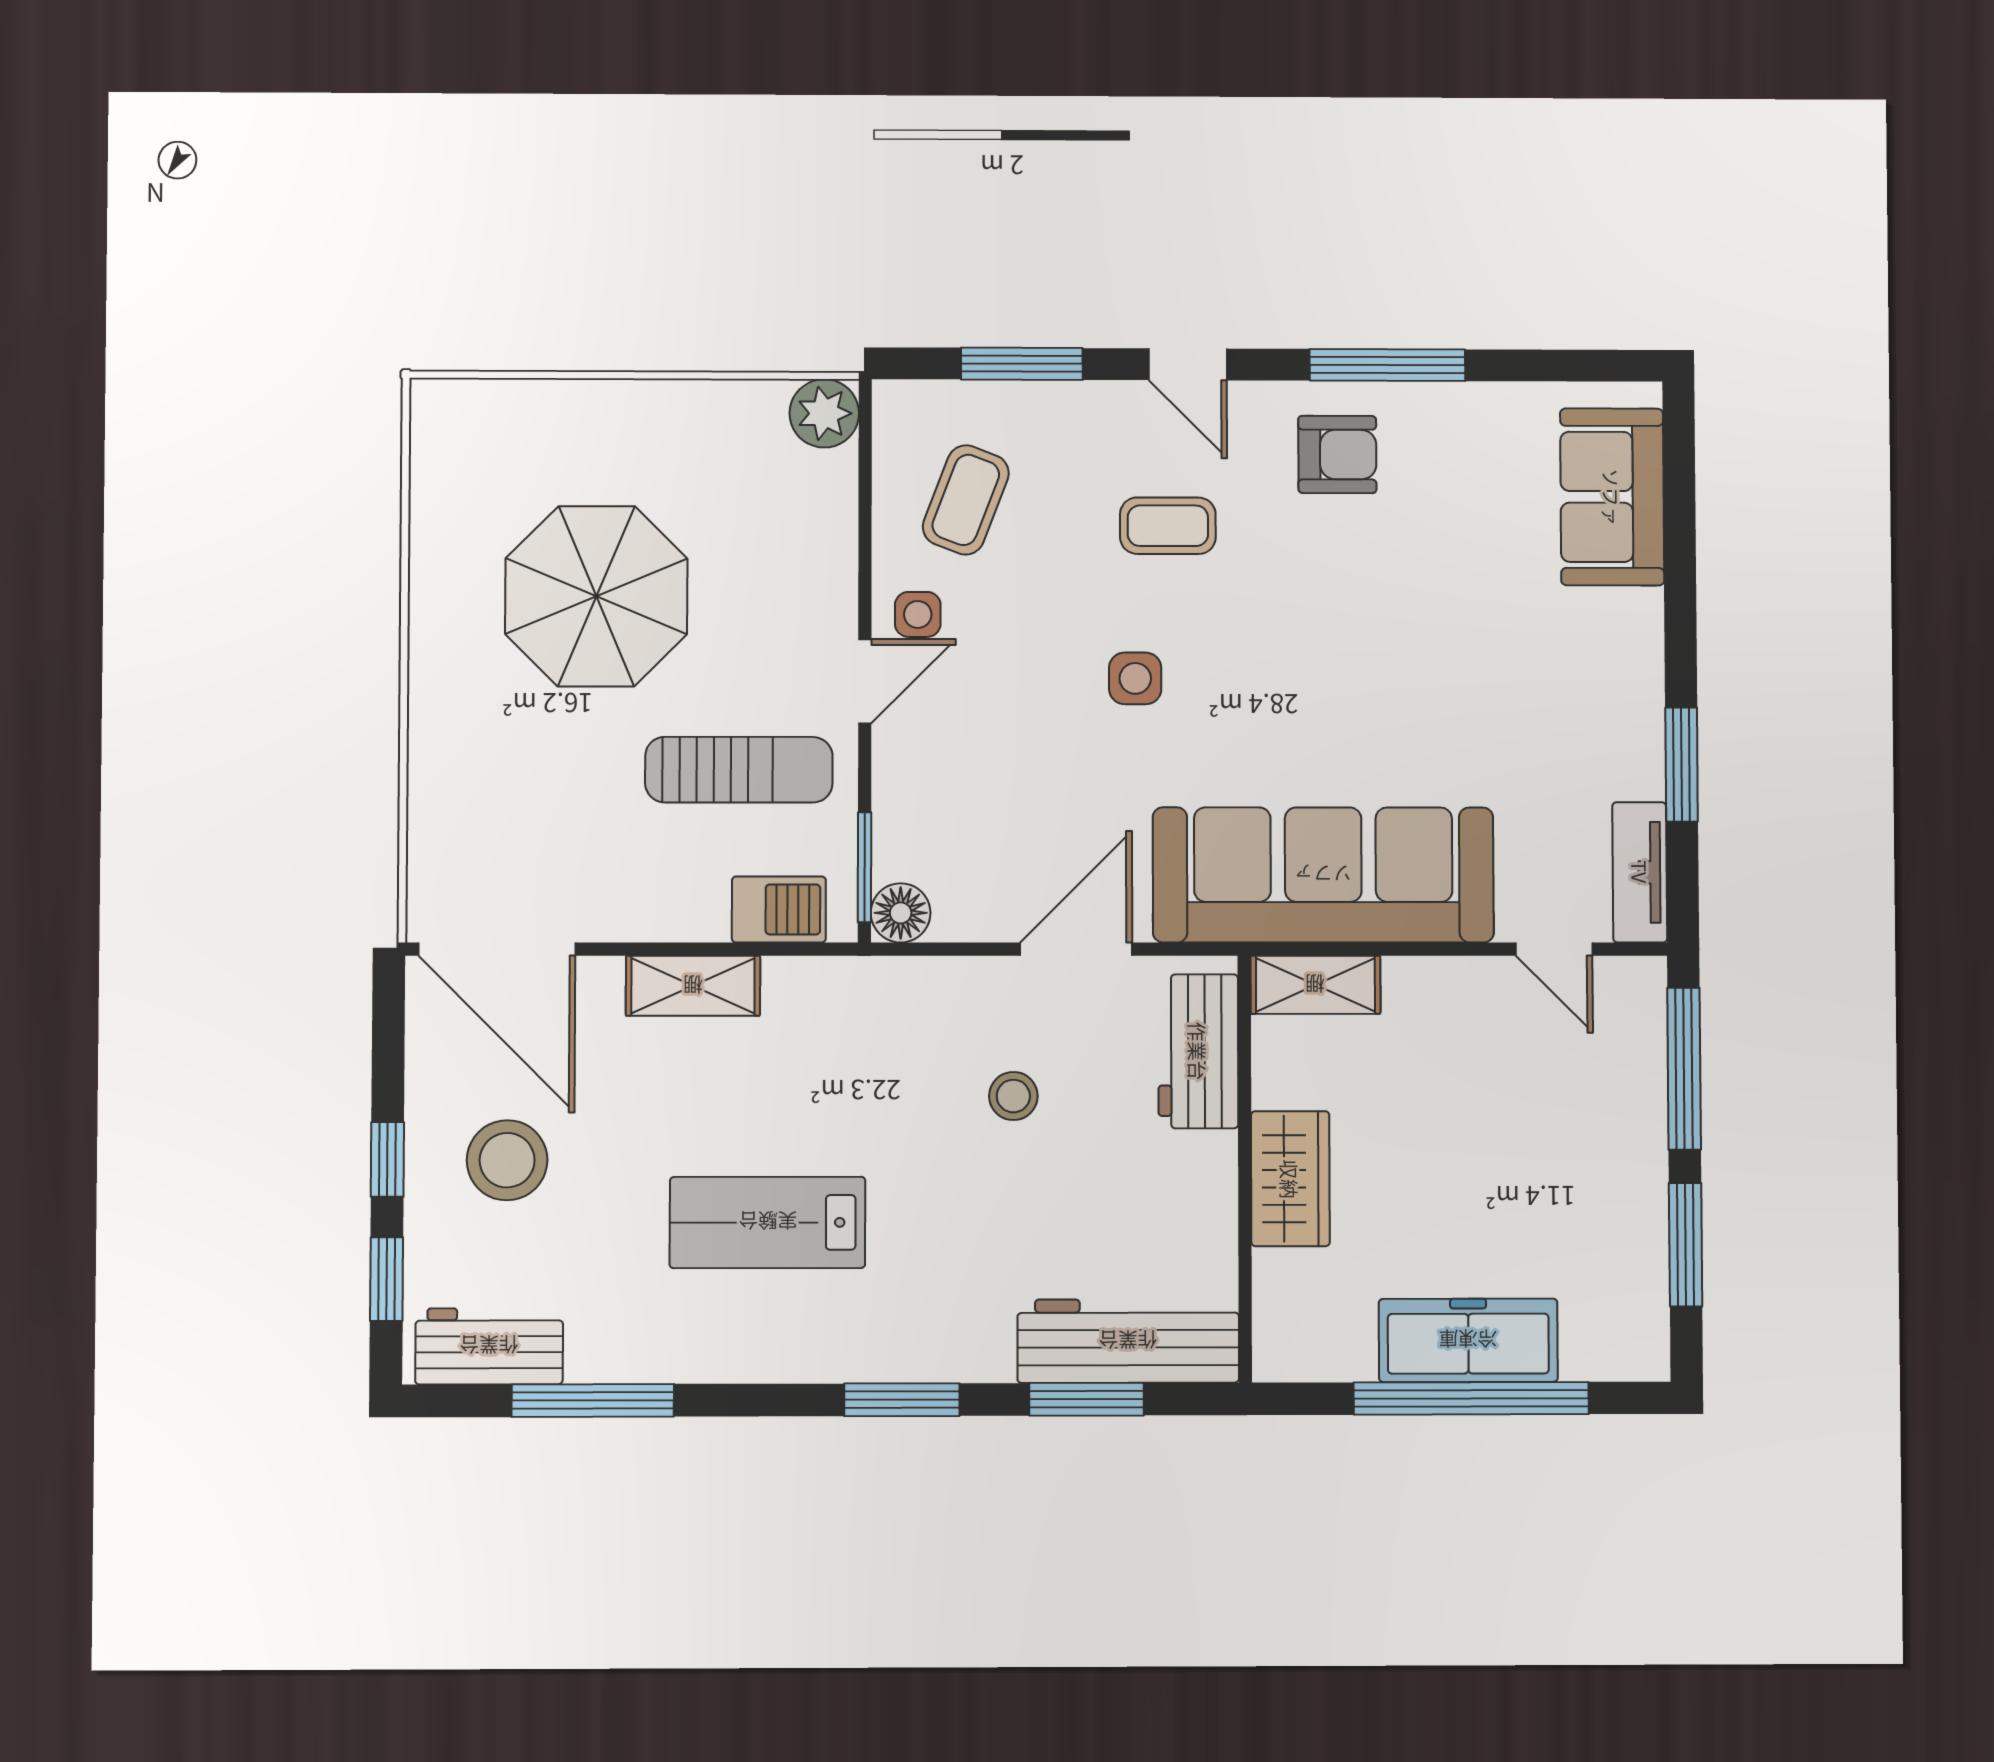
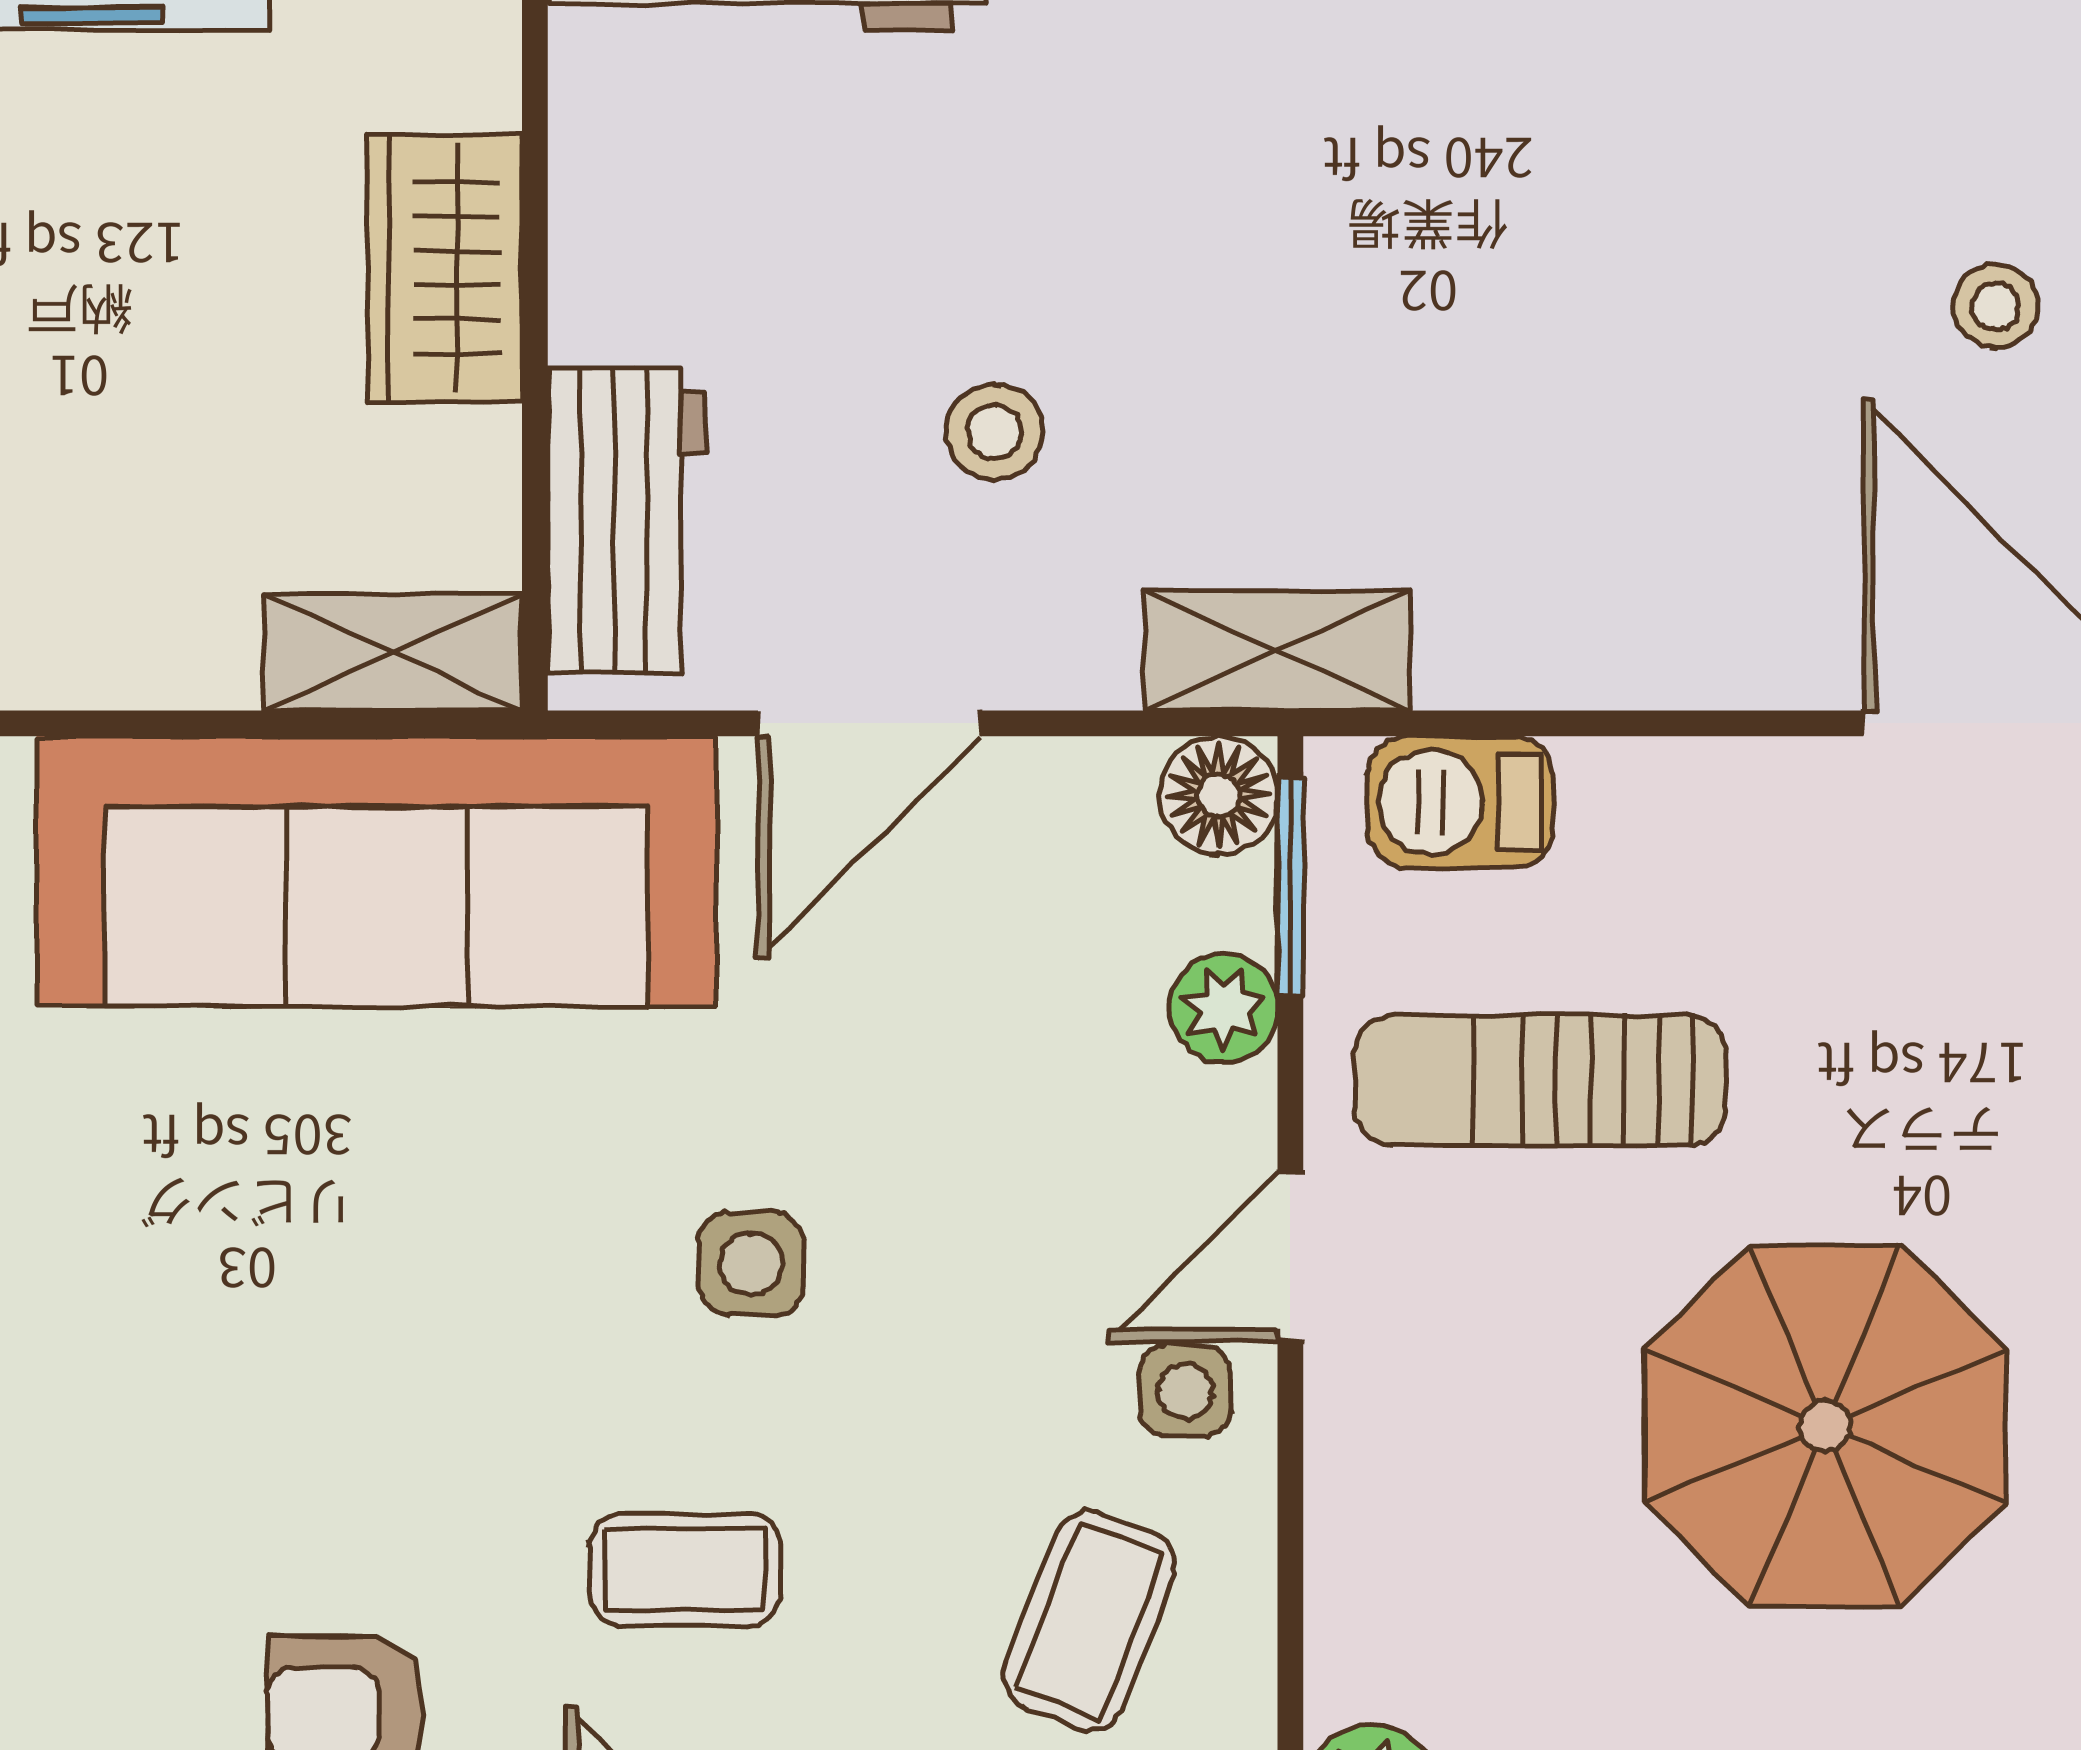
plant: (898, 806) -> (1224, 1008), added
shelving: (693, 986) -> (1277, 651), moved
stool: (507, 1160) -> (1996, 306), width x0.53, depth x0.53
lab bench: (768, 1222) -> (1481, 183), removed

